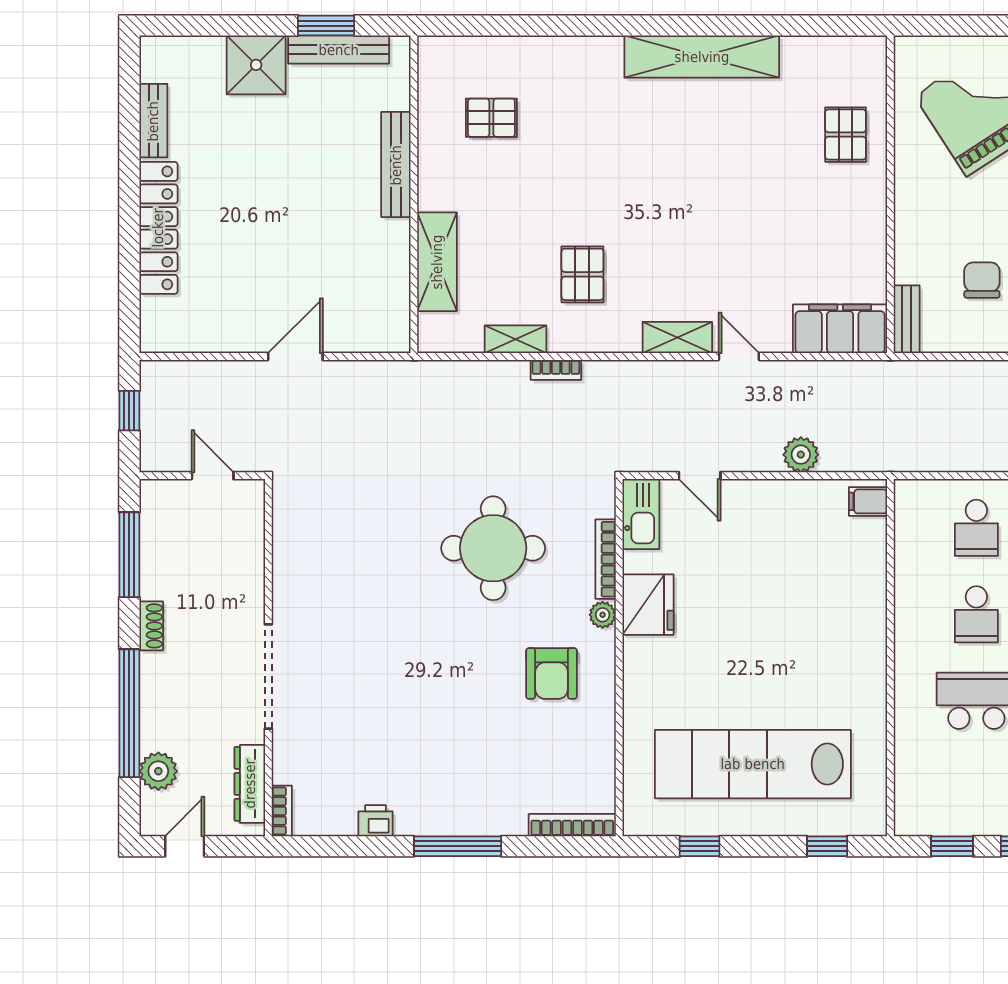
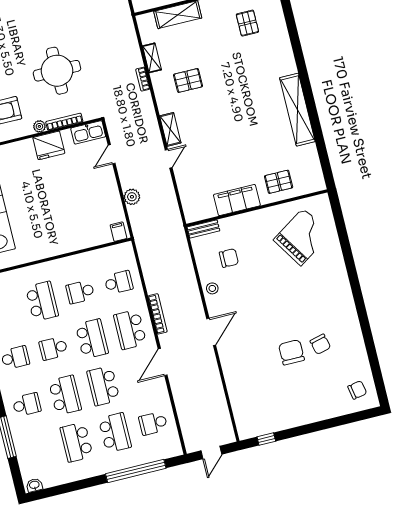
filing cabinet: (840, 329) -> (237, 200), moved, turned -90
school desk: (976, 528) -> (119, 282), turned 180

